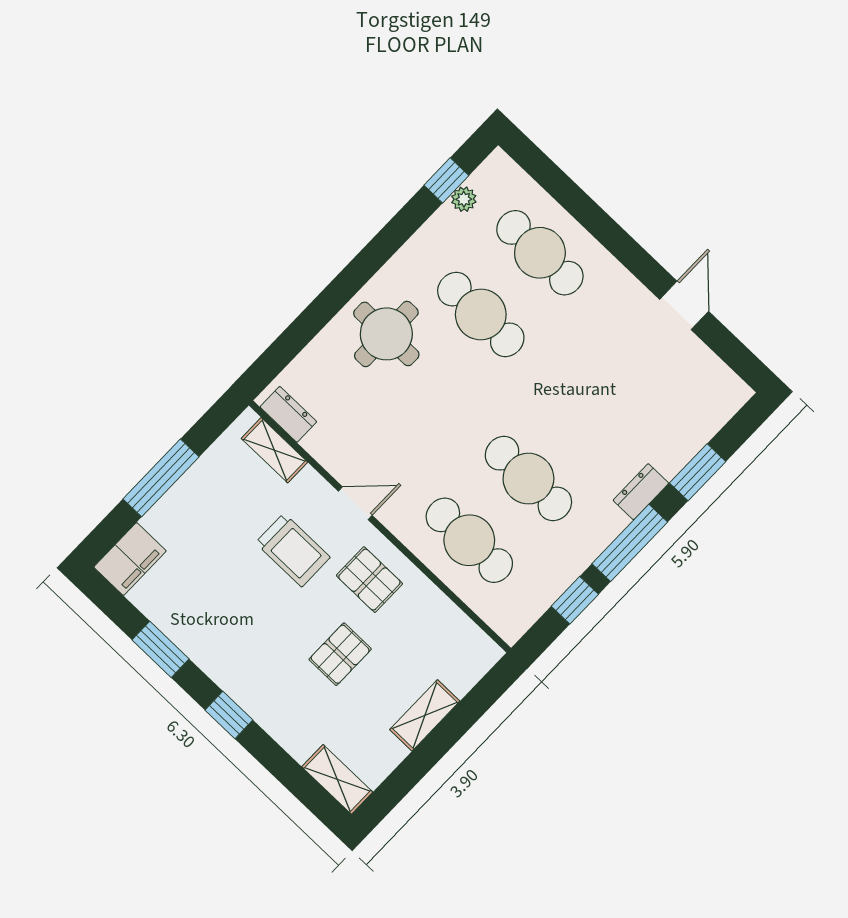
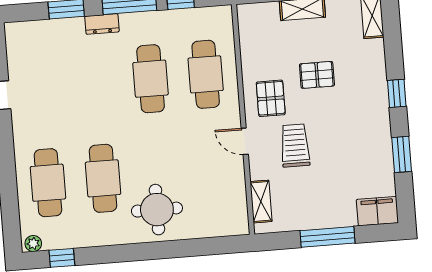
plant: (464, 199) -> (33, 244), moved
dresser: (288, 414) -> (239, 213), removed

